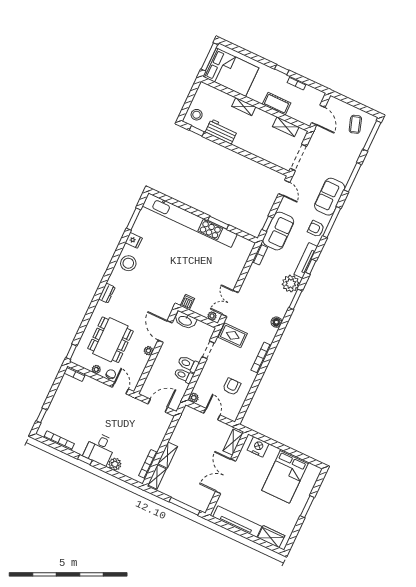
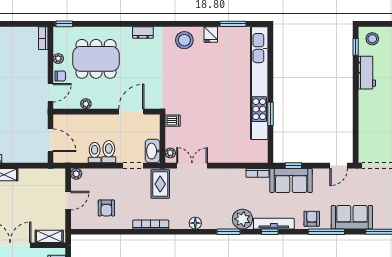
washbasin: (185, 320) -> (153, 151), moved
plant: (148, 351) -> (86, 104), moved
armchair: (232, 387) -> (106, 208), turned 90

